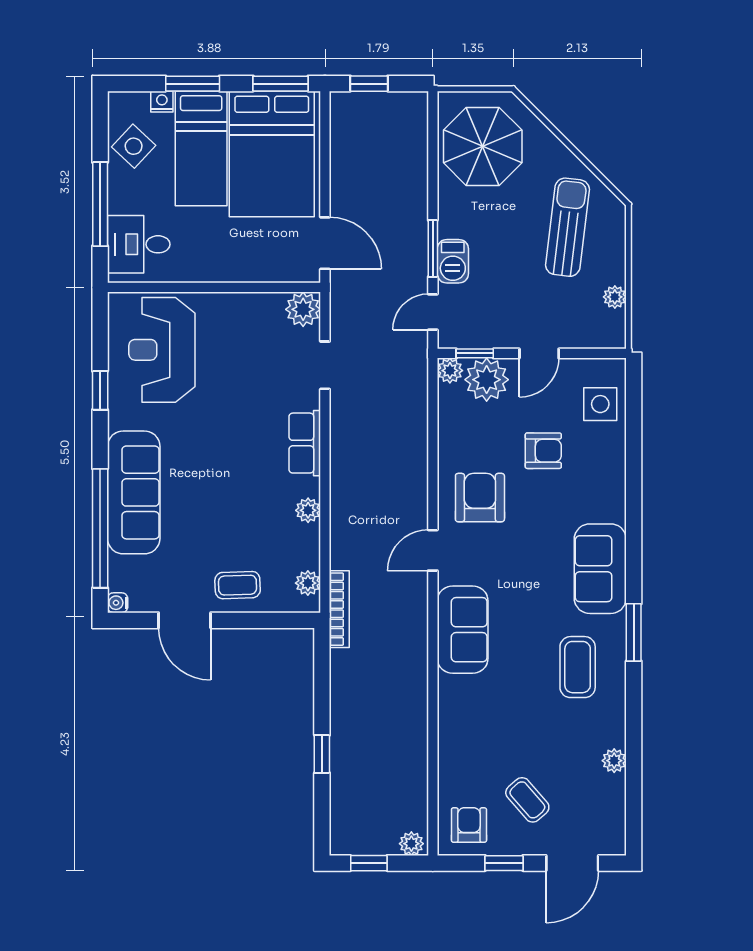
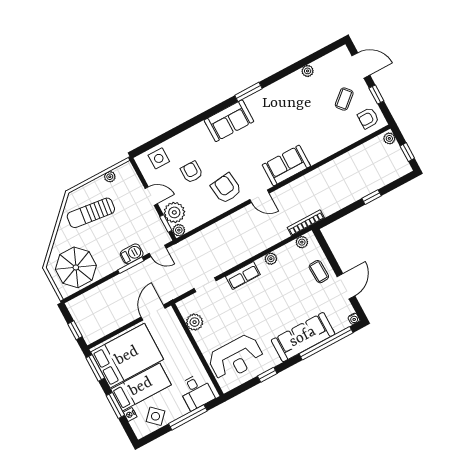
plant: (303, 309) -> (195, 322), moved
armchair: (480, 498) -> (226, 188), turned 83
coffee table: (578, 667) -> (276, 108), removed

